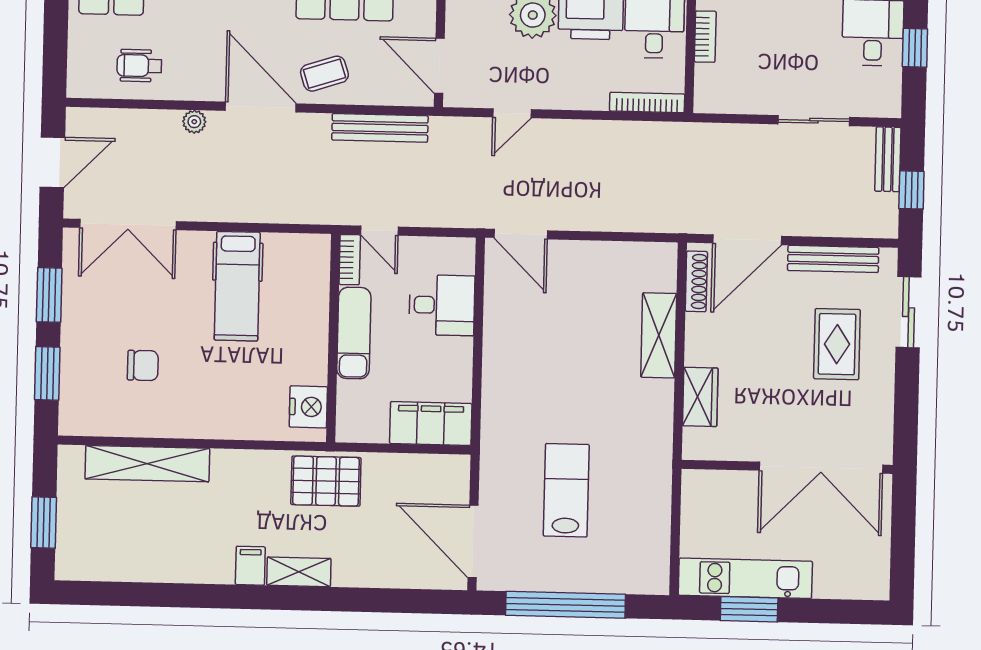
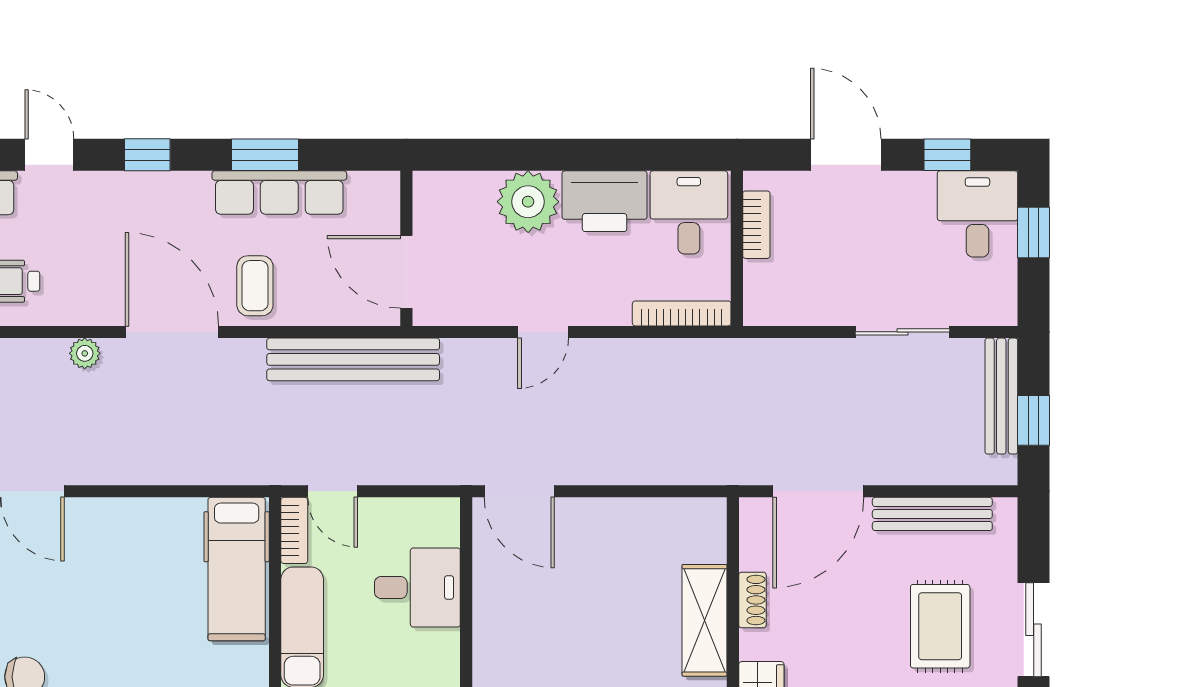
coffee table: (324, 74) -> (255, 286), turned -72
door: (512, 113) -> (543, 332), moved
bench: (380, 128) -> (353, 359), width x1.37, depth x1.21
bench: (888, 159) -> (1001, 396), width x1.36
shoe rack: (696, 281) -> (752, 600), moved, width x0.70
hospital bed: (237, 286) -> (237, 569), moved
sliding door: (908, 312) -> (1034, 630), moved

